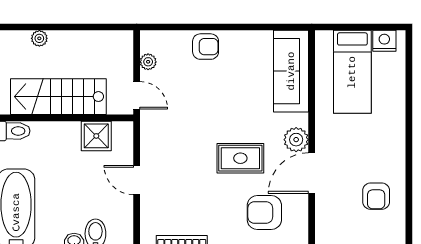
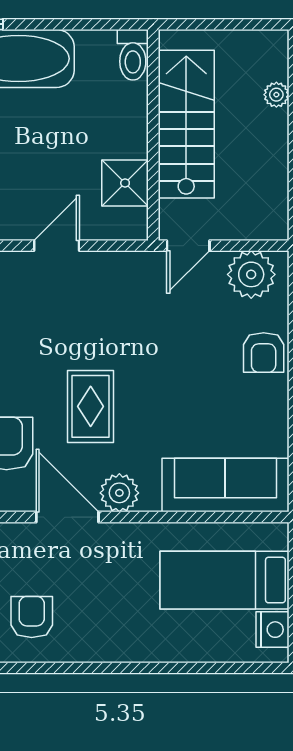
plant: (148, 62) -> (251, 274), width x1.88, depth x1.88
armchair: (376, 196) -> (32, 617), turned 90

